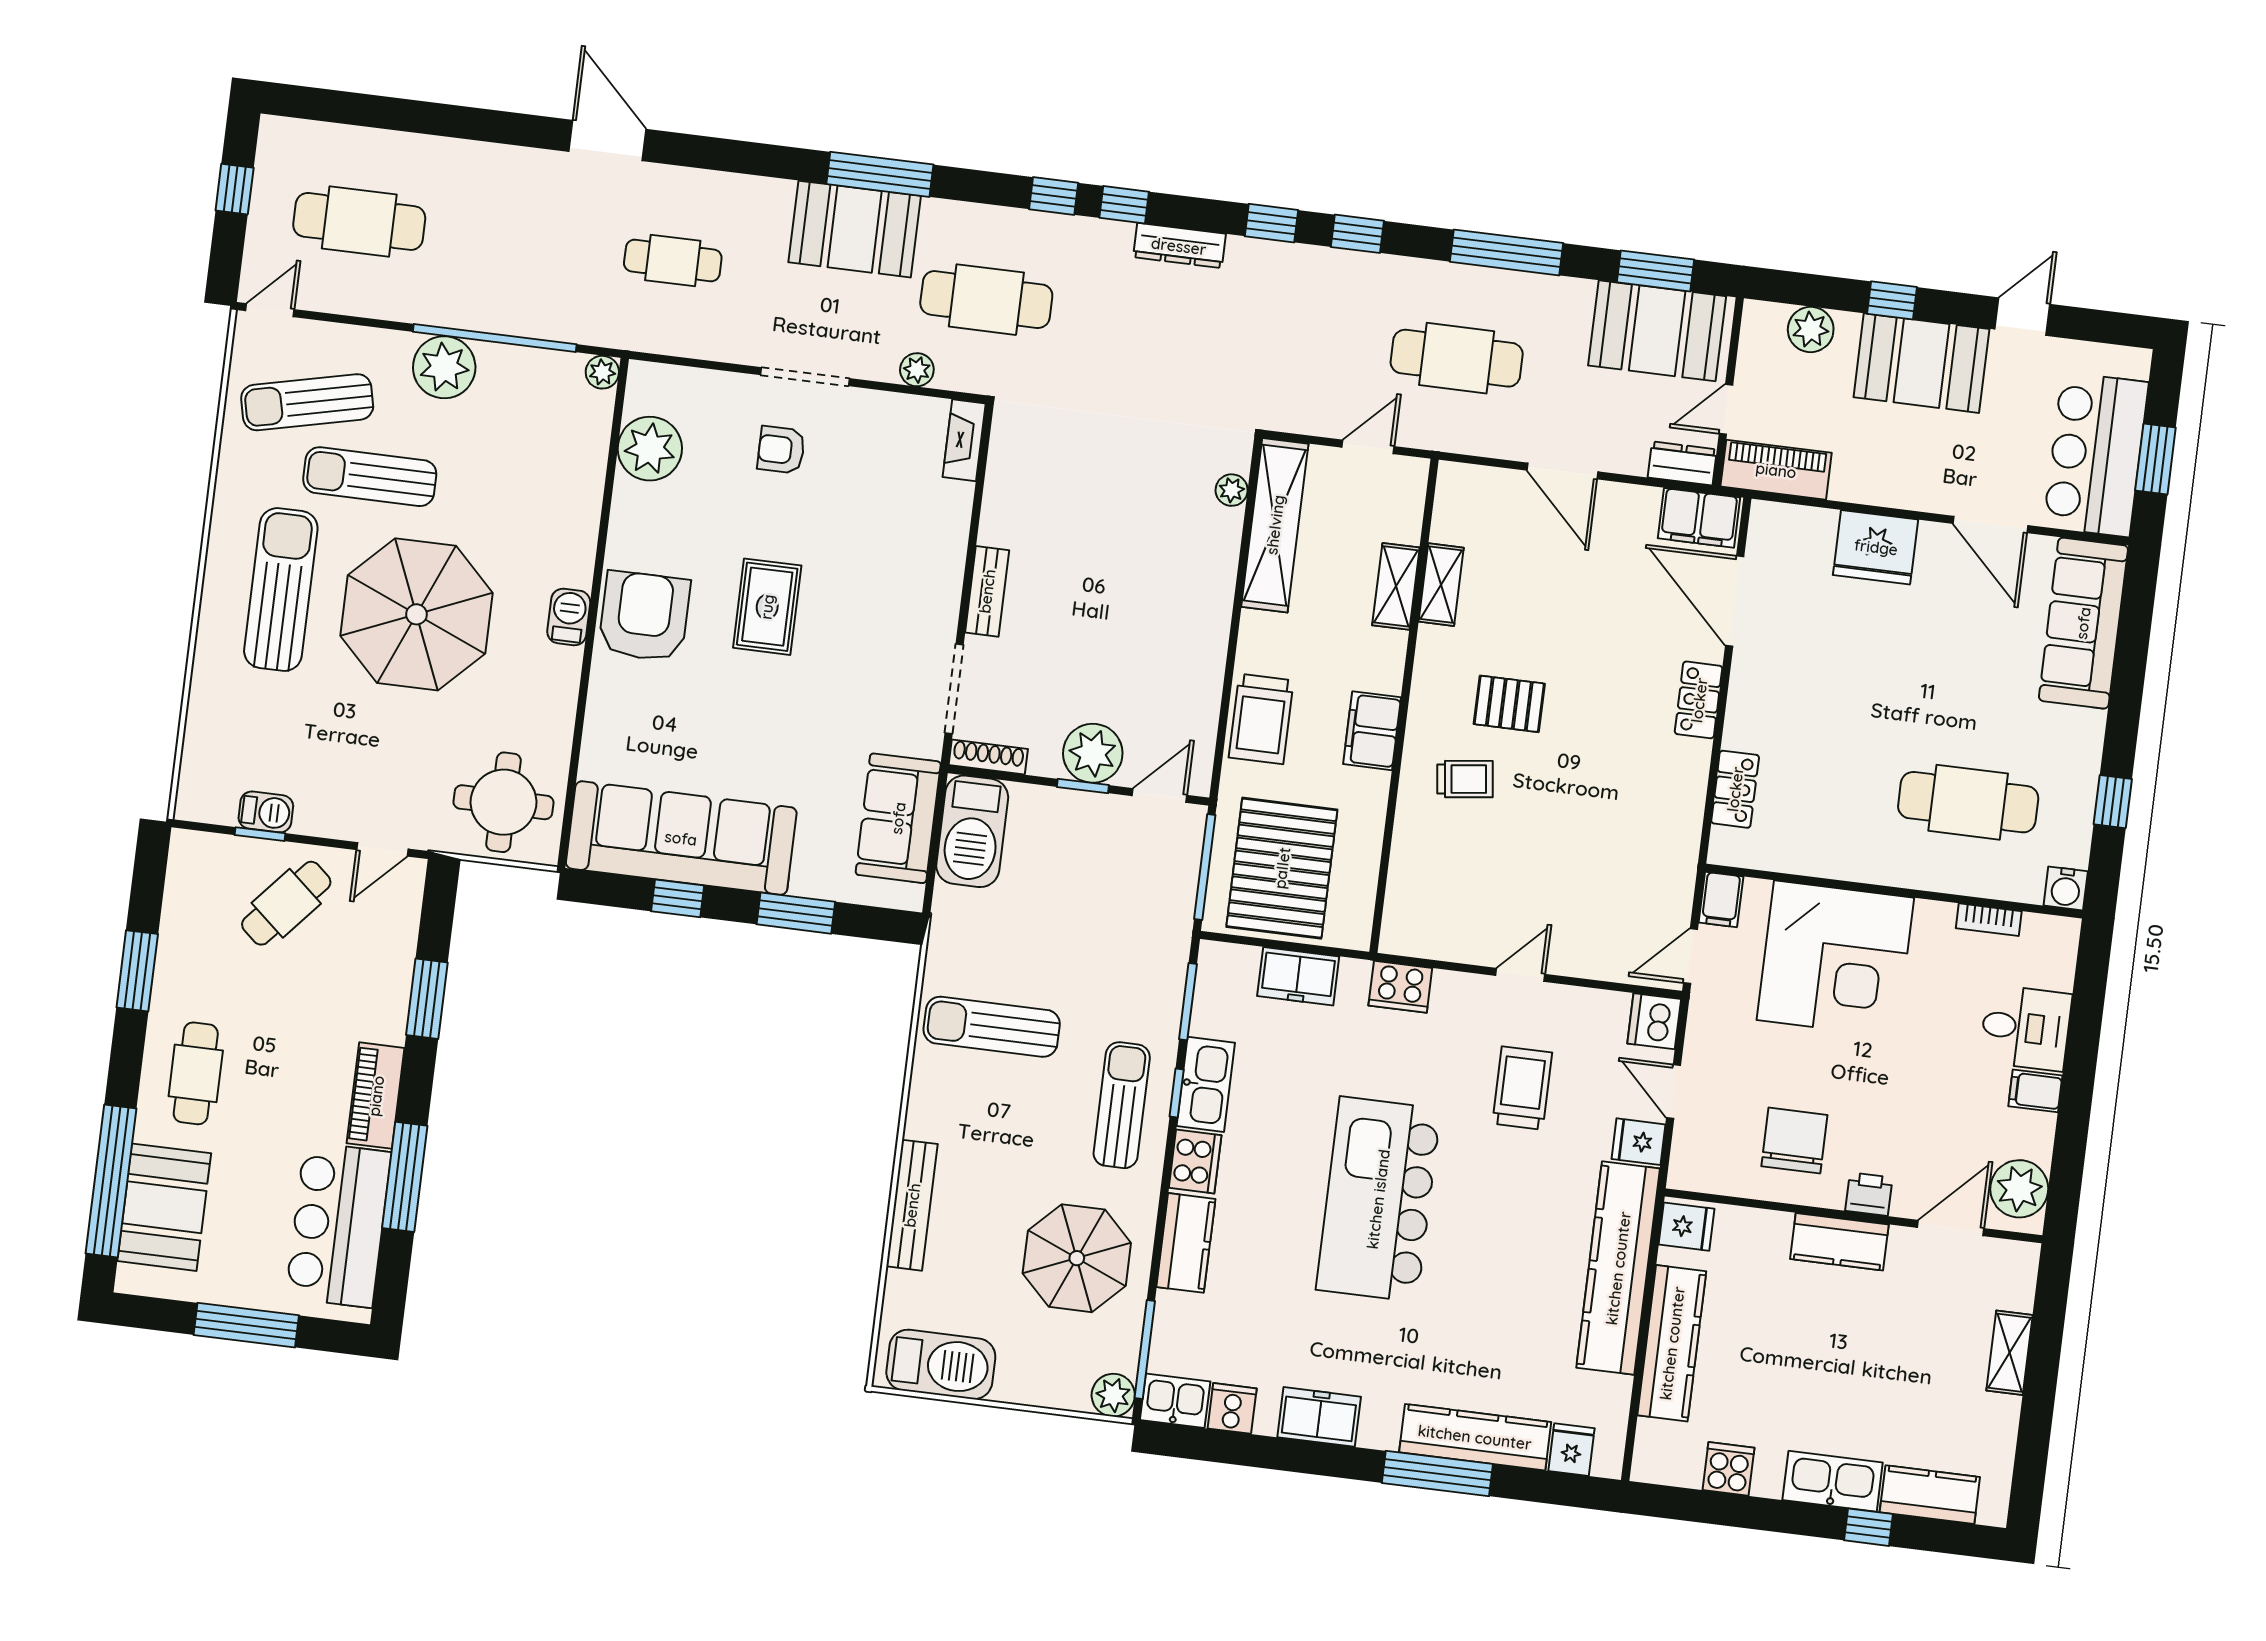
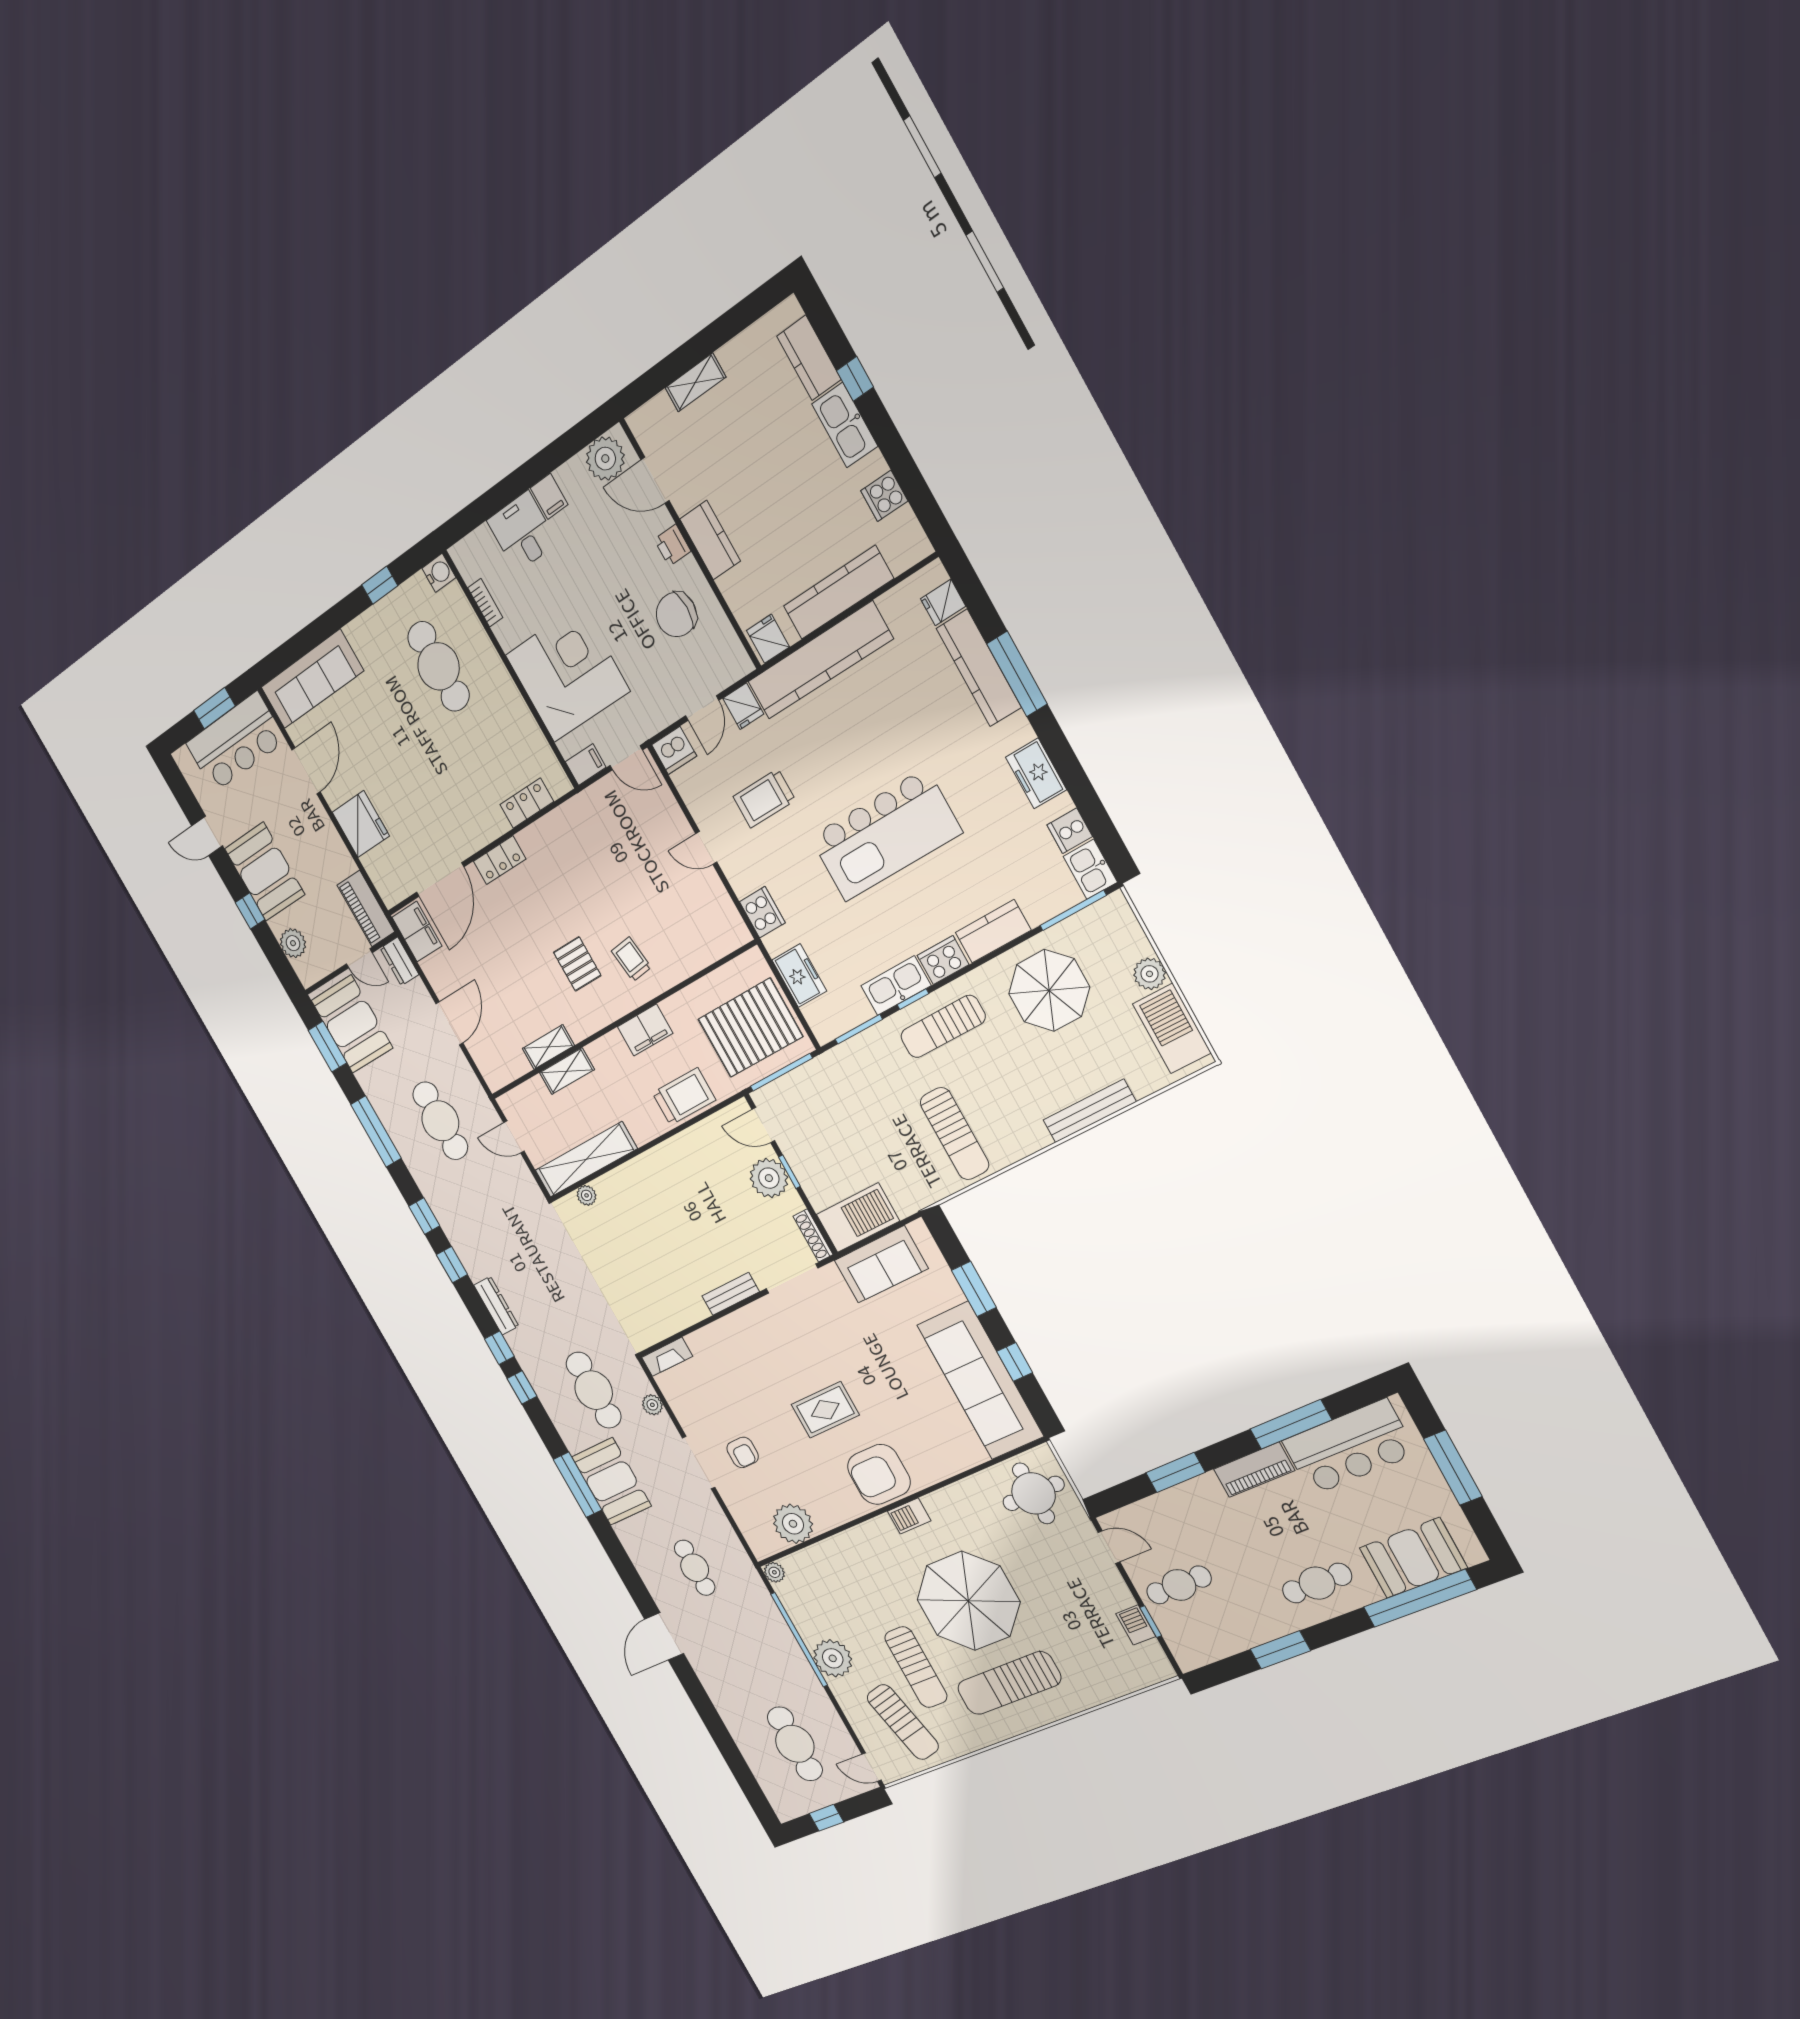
cafe table: (286, 903) -> (1179, 1585), turned -41
plant: (1113, 1395) -> (1150, 974), moved

